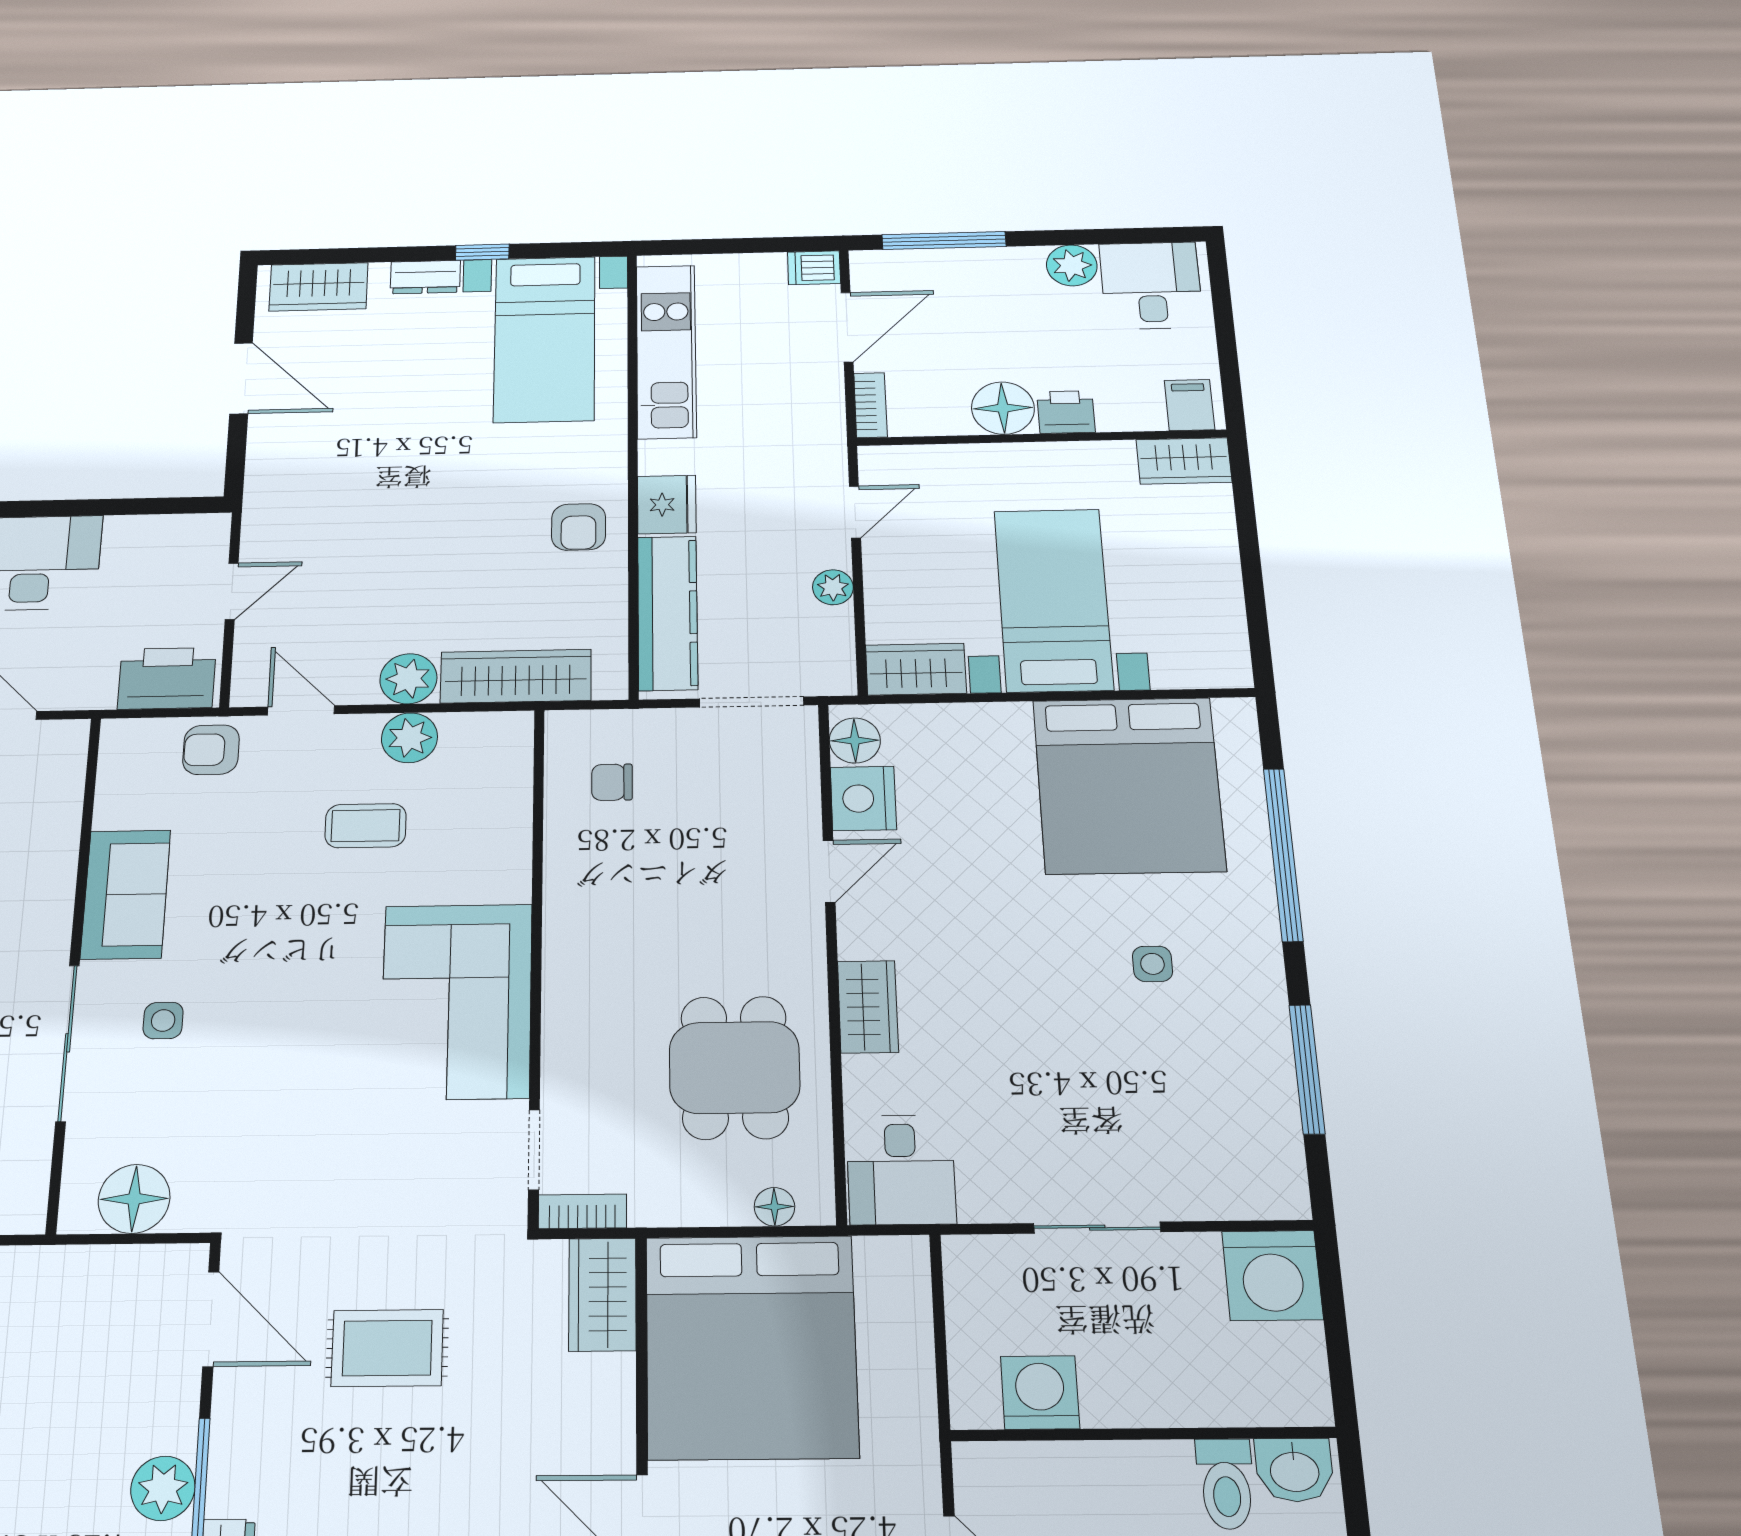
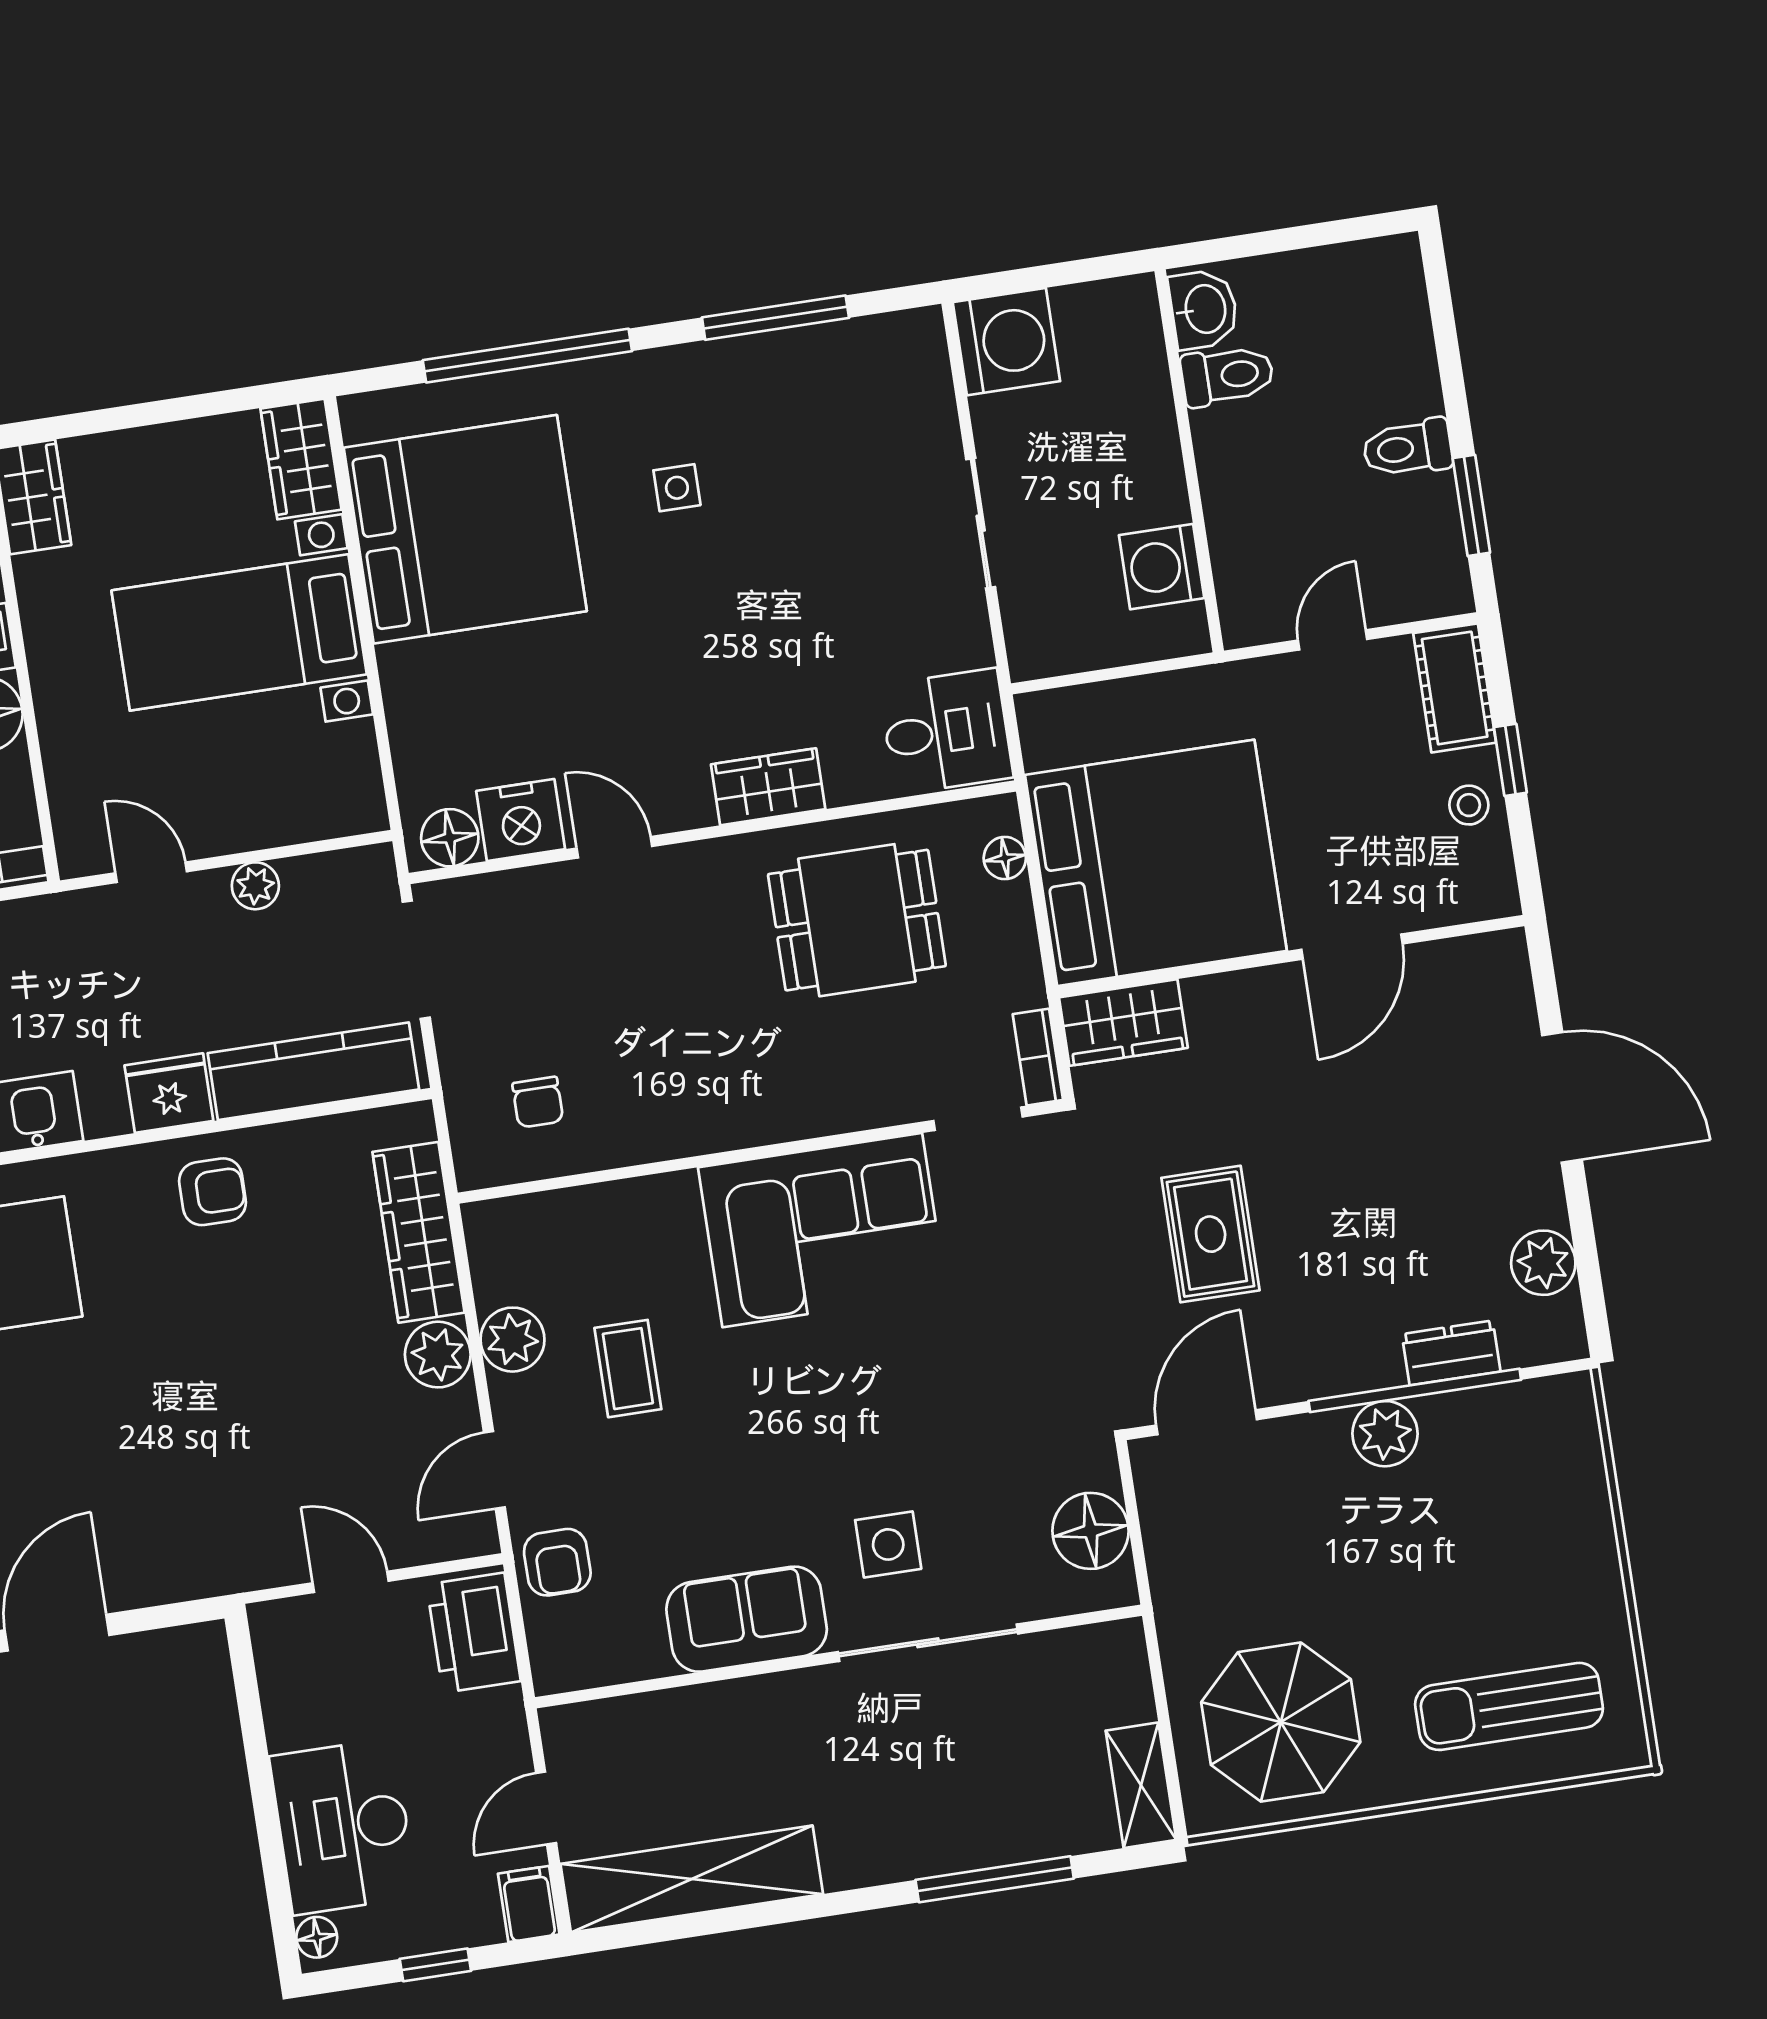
wardrobe: (916, 669) -> (301, 459), moved
side table: (163, 1021) -> (888, 1544), width x1.37, depth x1.37

